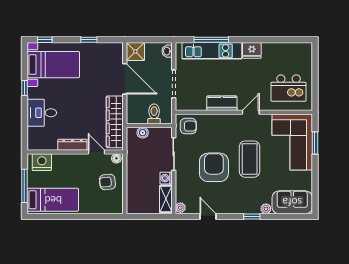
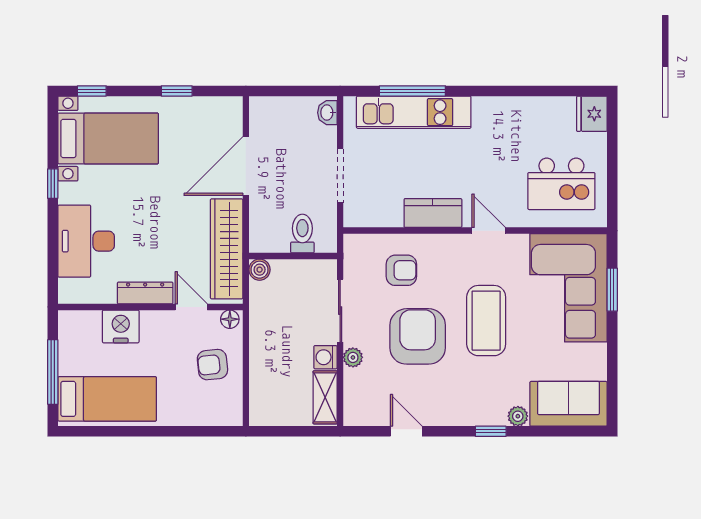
fridge: (252, 50) -> (592, 114), moved, turned 90
shower: (135, 52) -> (266, 113), removed
door: (125, 79) -> (246, 166), swing flipped
door: (251, 112) -> (489, 231), hinge flipped
desk: (42, 113) -> (86, 241), width x1.37
armchair: (188, 126) -> (401, 270), moved
boiler: (143, 133) -> (260, 270), moved
nightstand: (42, 162) -> (121, 326), moved
plant: (180, 208) -> (353, 357), moved

